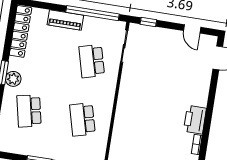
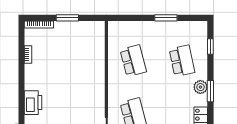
printer: (195, 120) -> (33, 103), moved

